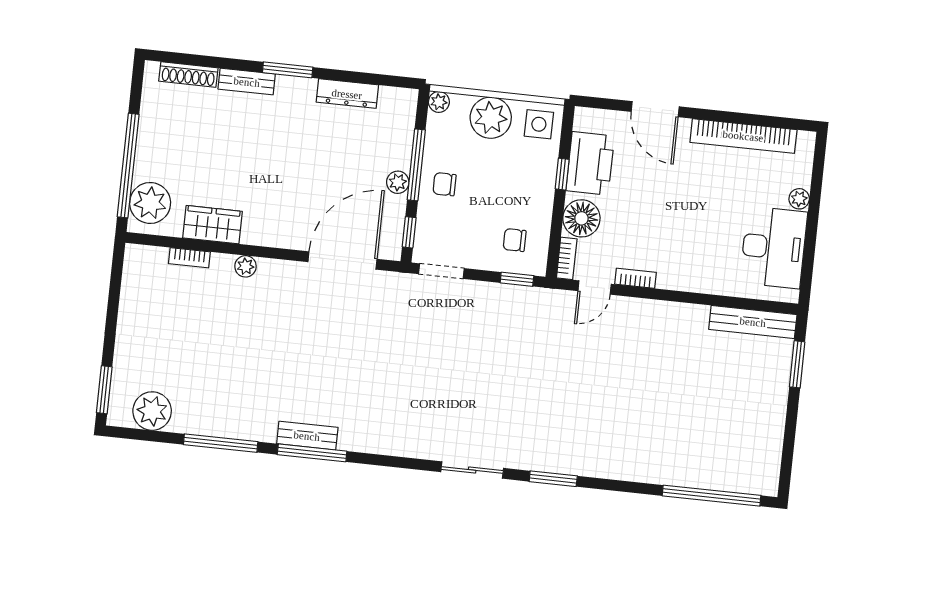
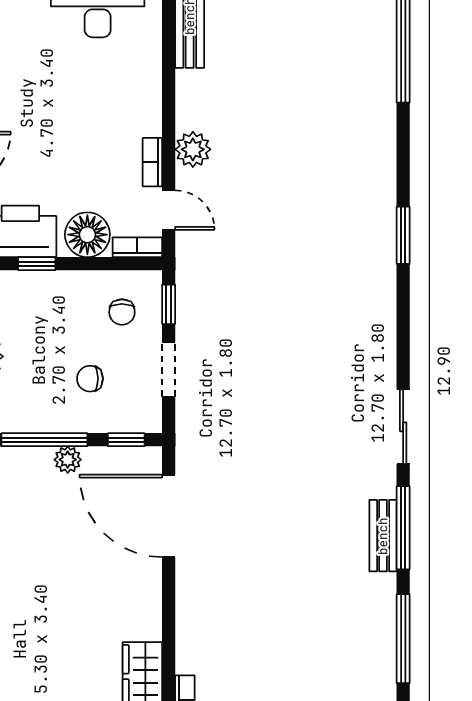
chair: (445, 184) -> (90, 379), moved, turned 90
plant: (246, 266) -> (193, 149), moved, width x1.38, depth x1.38
doorway: (441, 271) -> (169, 369), moved
sliding door: (472, 470) -> (403, 427), moved

